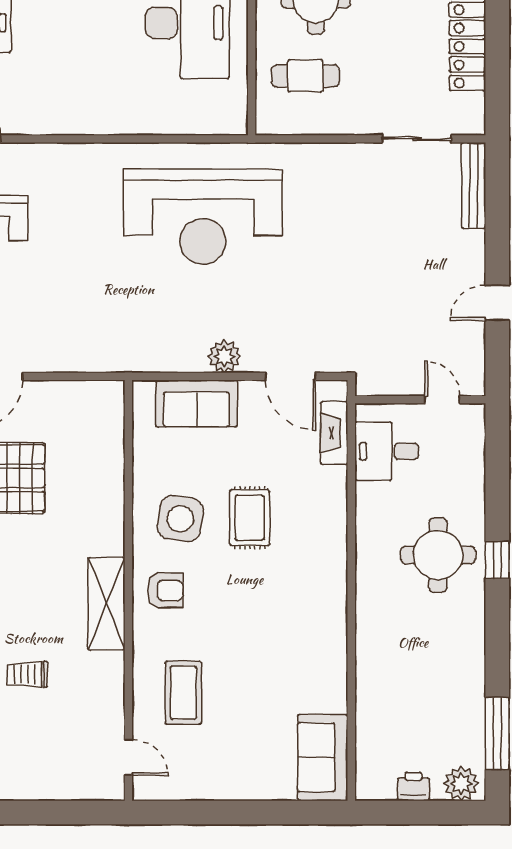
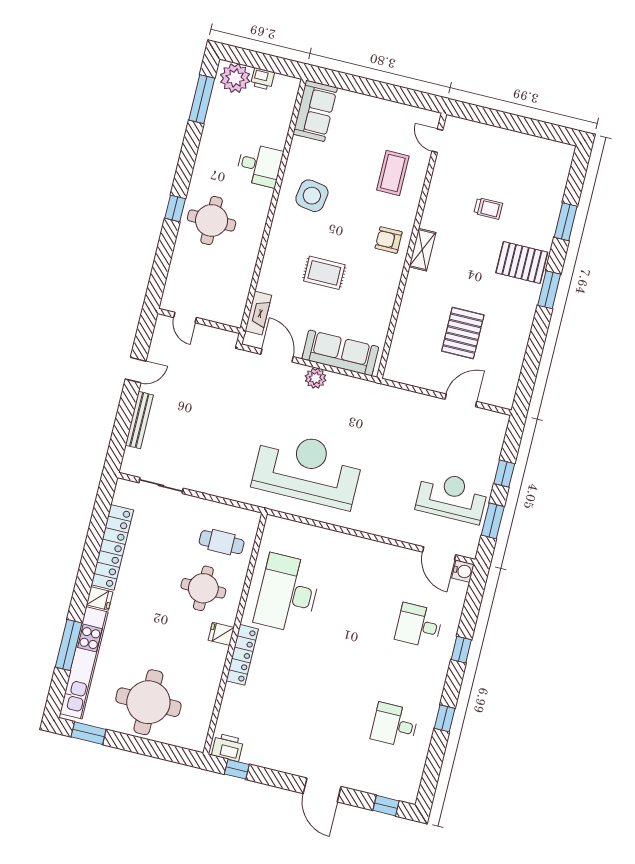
bench: (473, 185) -> (139, 420), moved
sofa: (196, 403) -> (340, 353), width x1.36
desk: (387, 451) -> (259, 165), moved
rug: (250, 518) -> (324, 273), turned 90
side table: (180, 519) -> (312, 196), moved
shelving: (106, 604) -> (422, 250), width x0.67, depth x0.75
plant: (461, 784) -> (235, 78), width x1.36, depth x1.36

